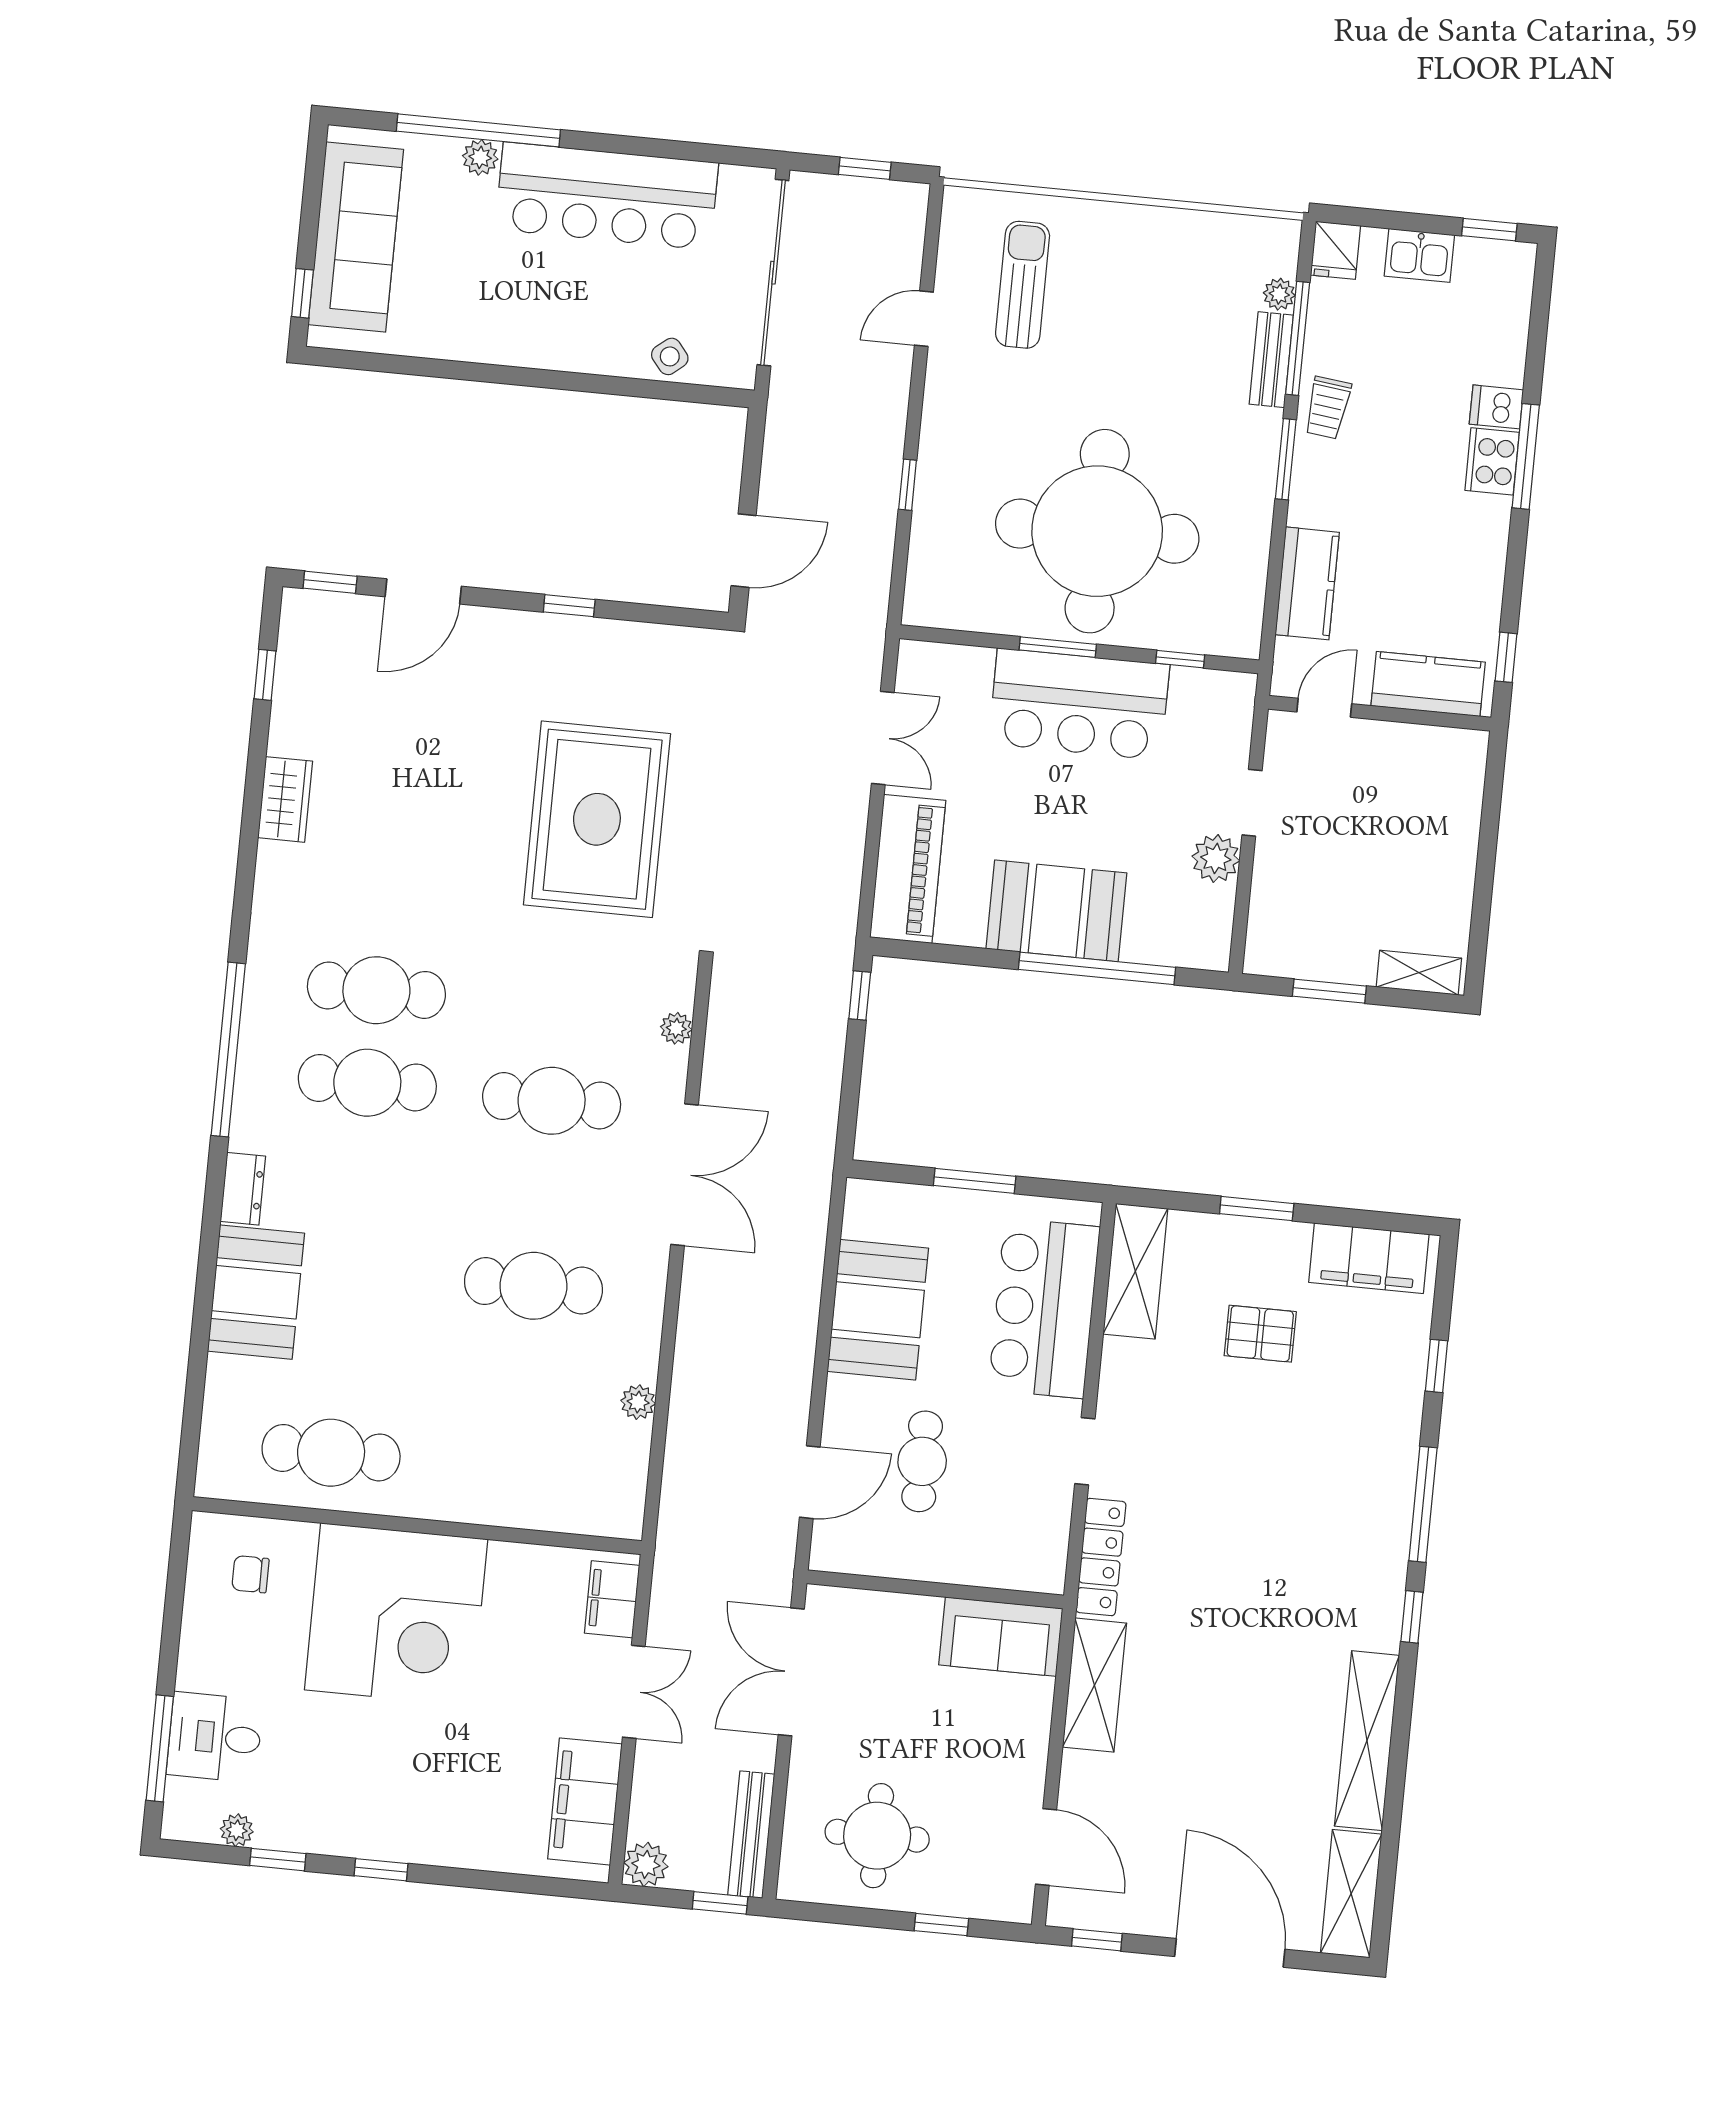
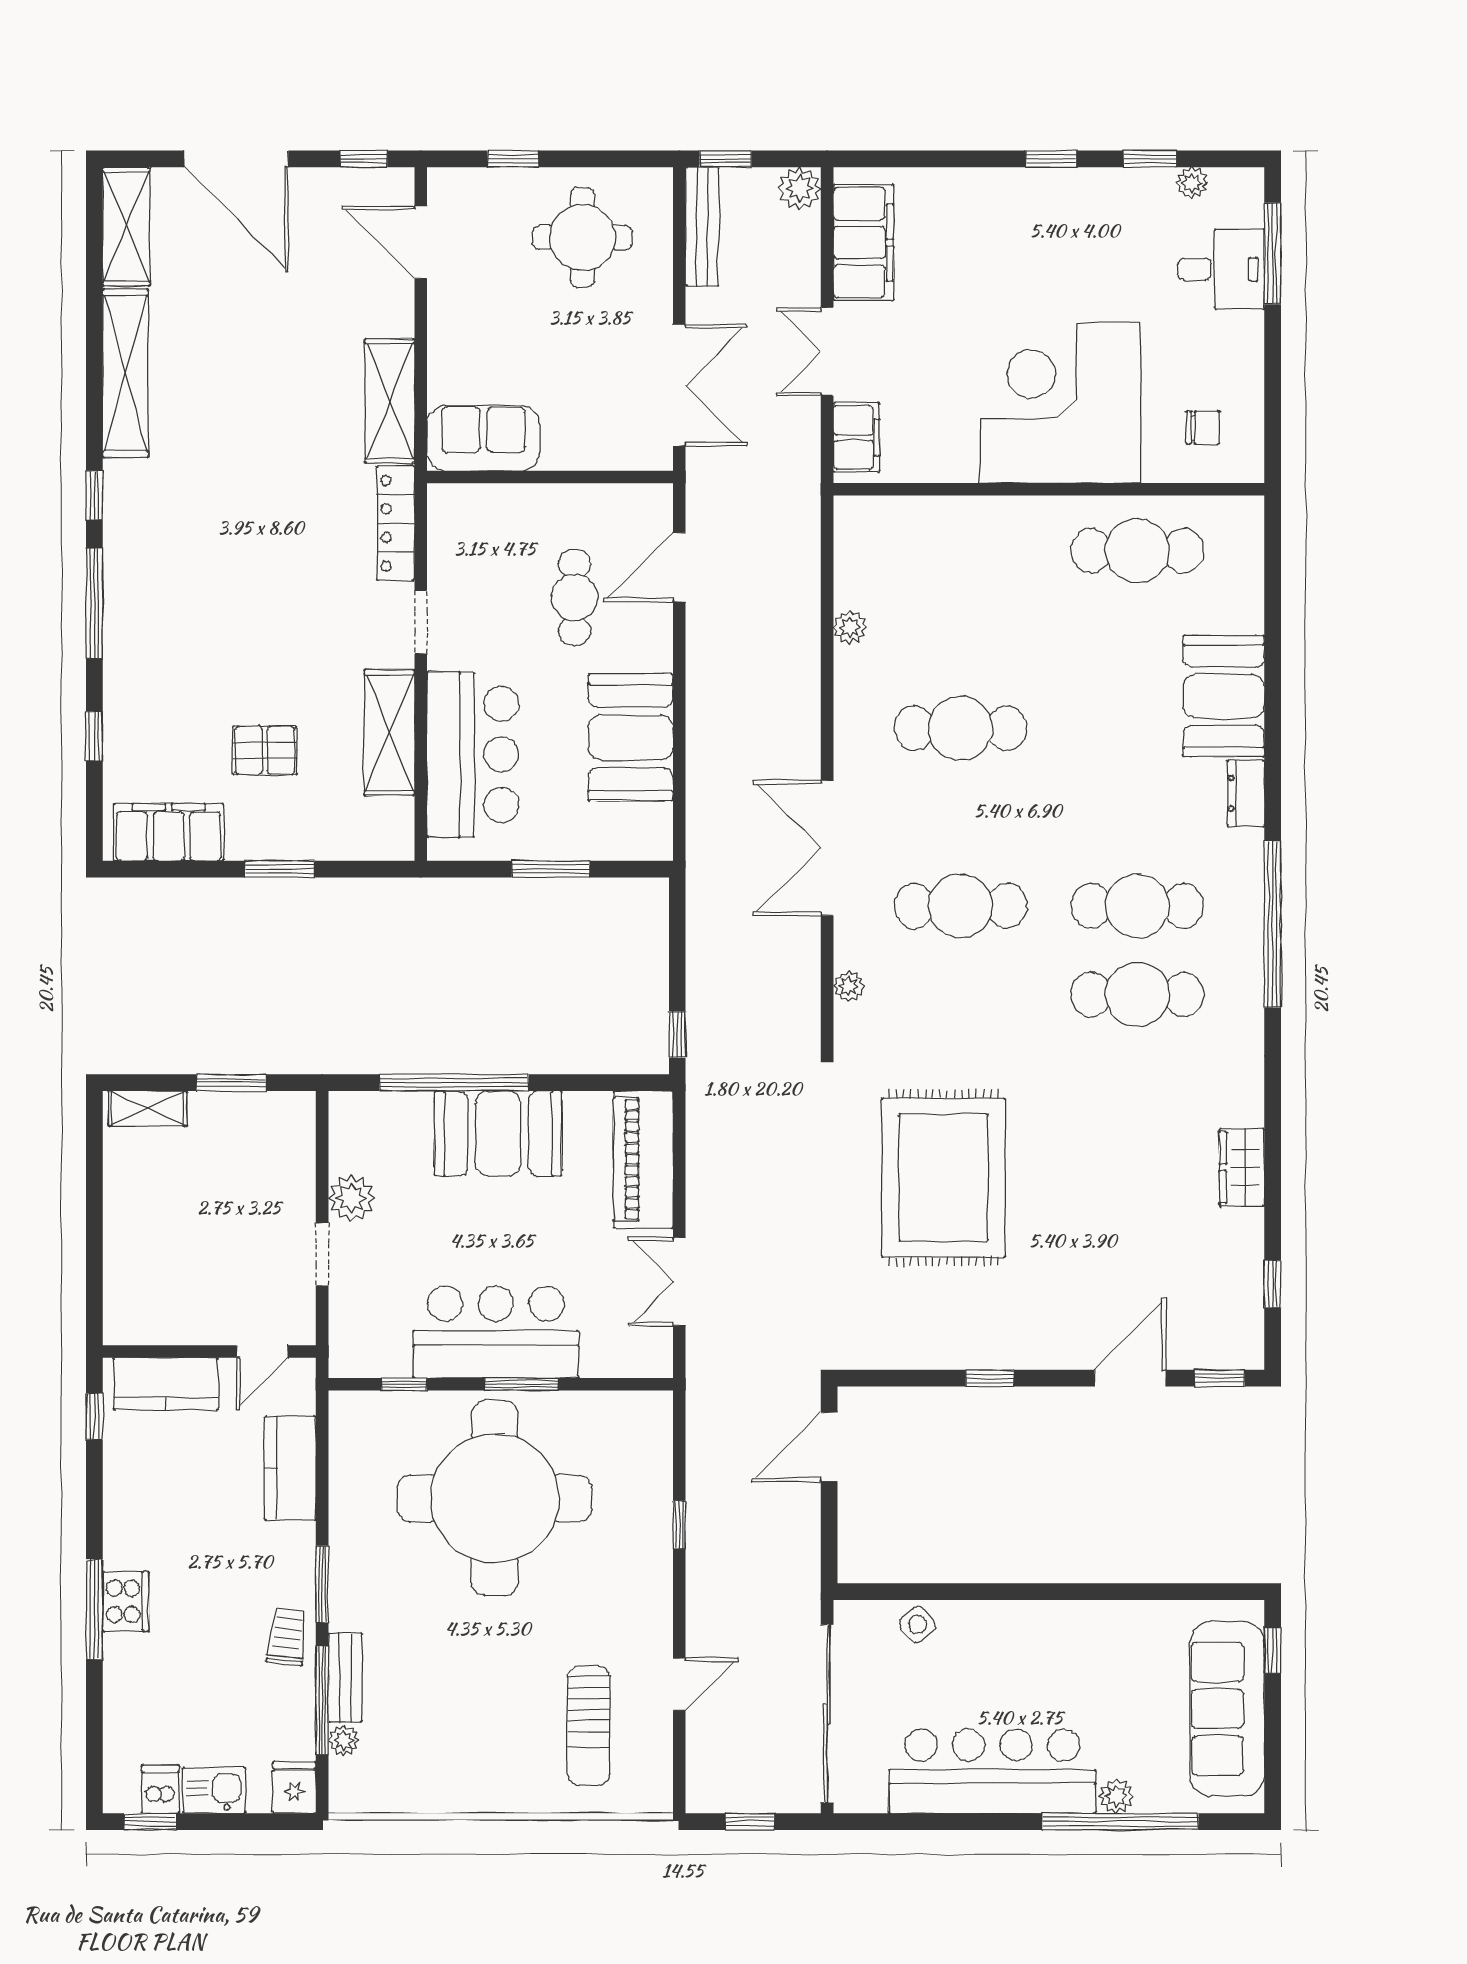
dishwasher: (1496, 407) -> (160, 1789), moved, turned -90
shelving: (1135, 1271) -> (389, 733), moved

